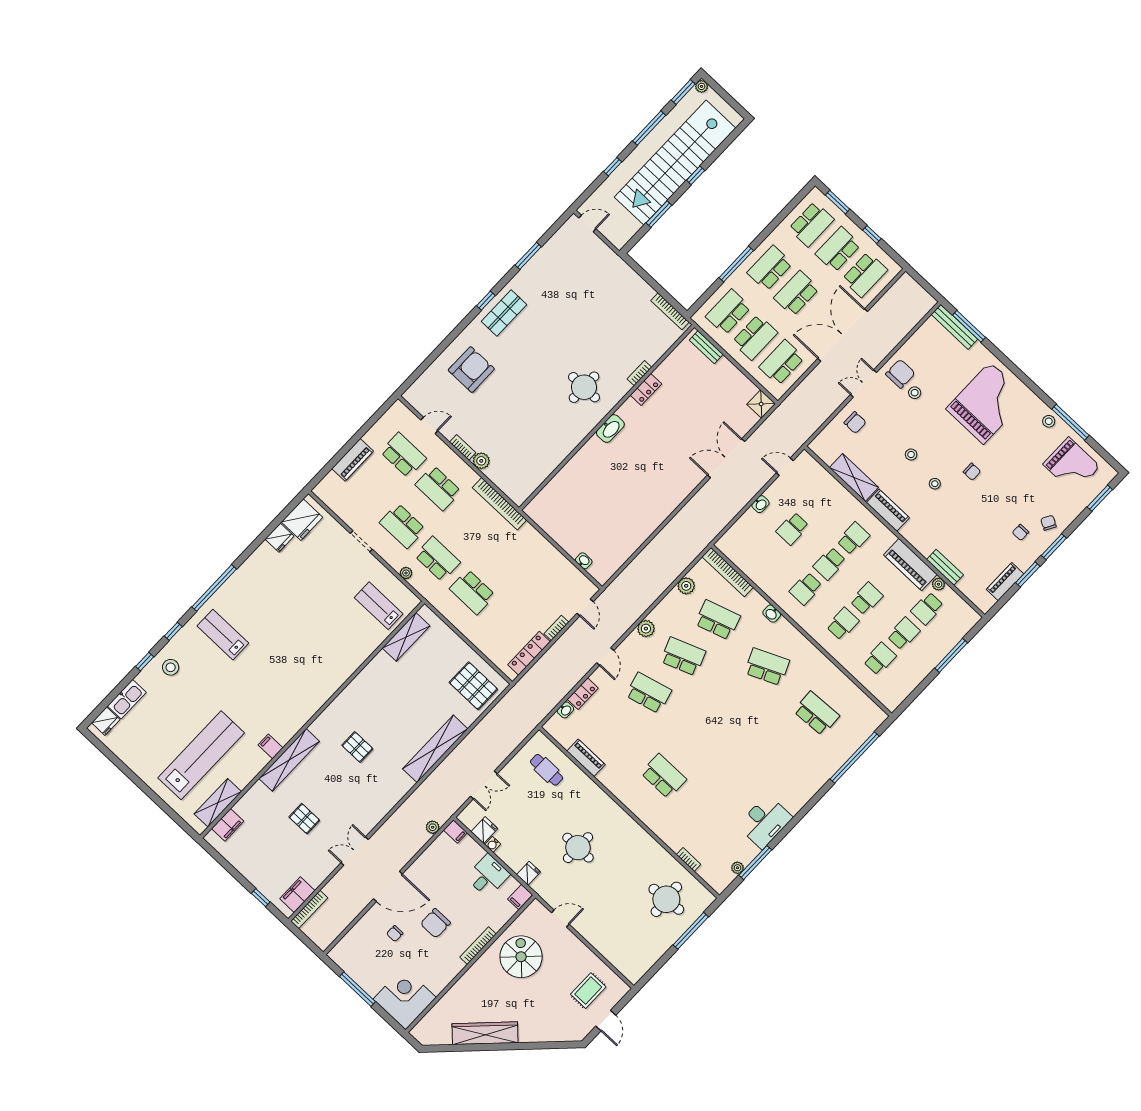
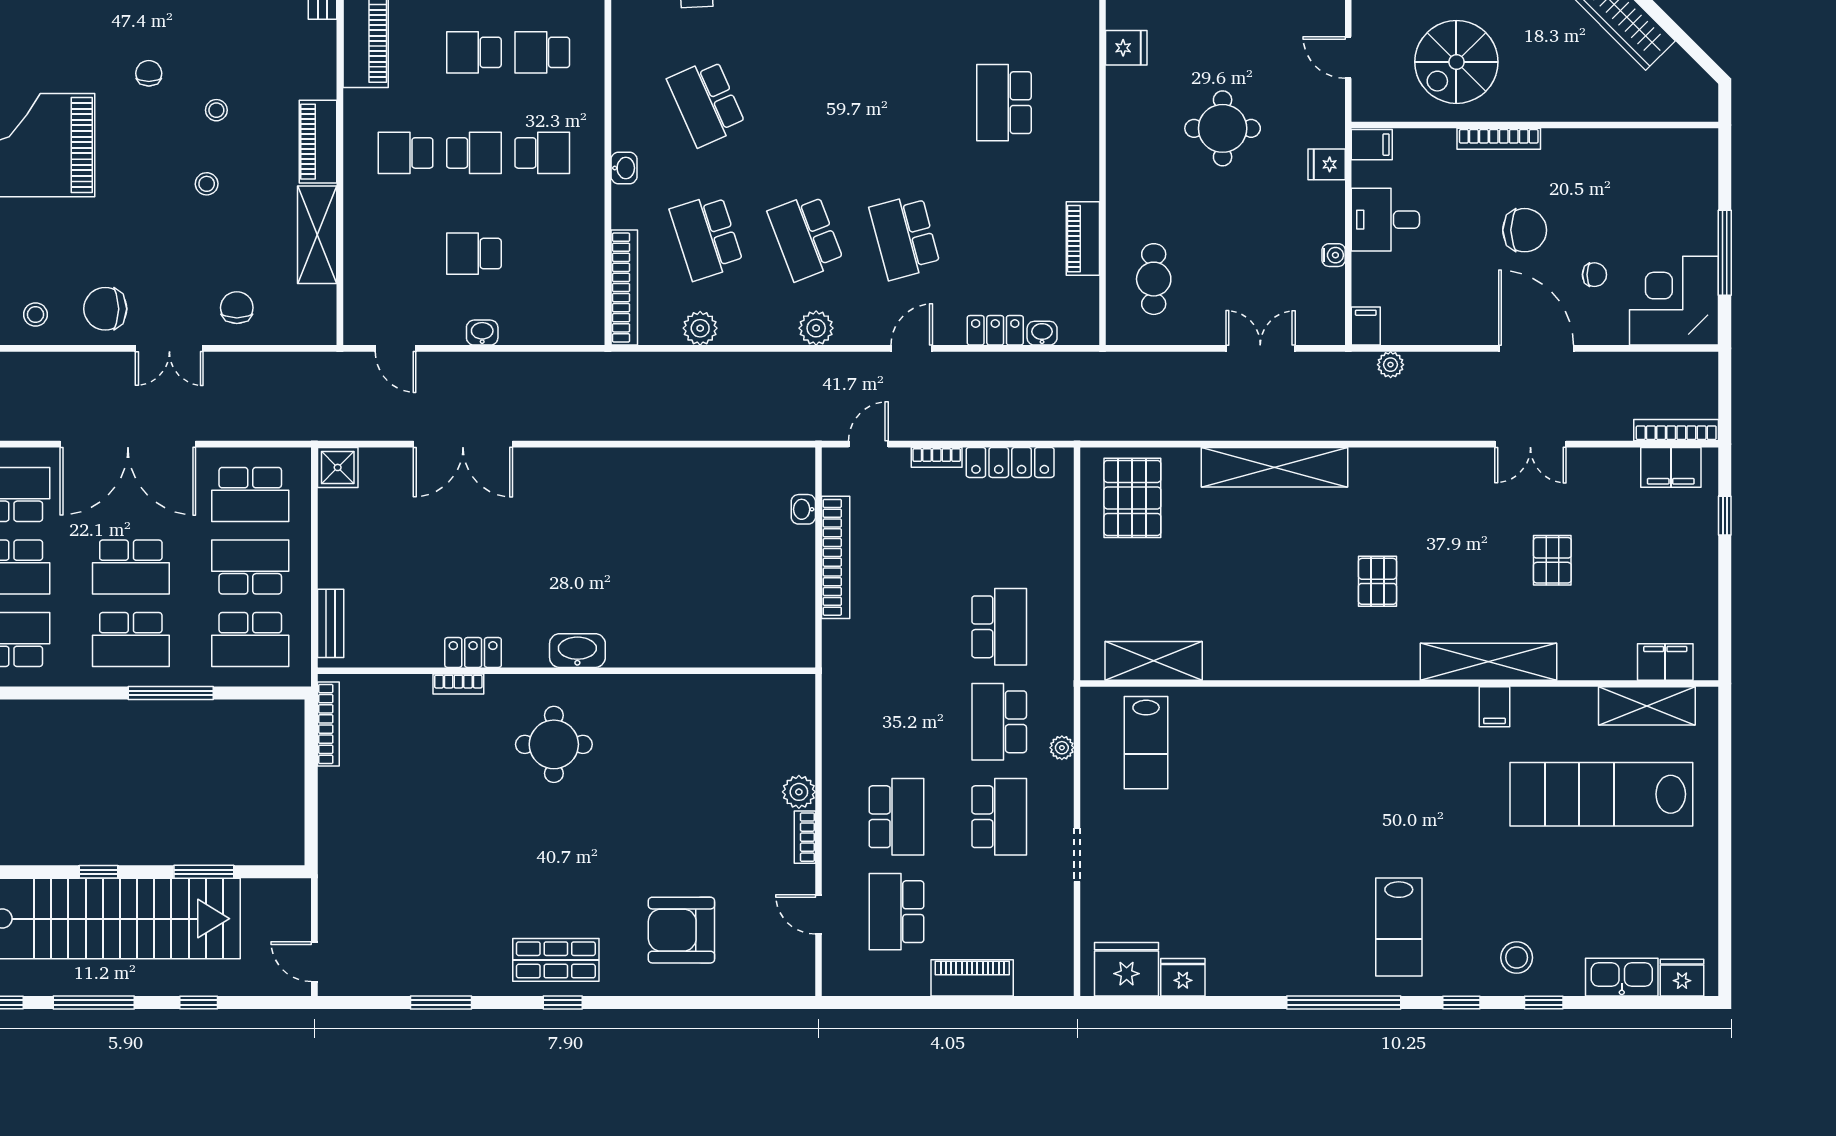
stool: (915, 393) -> (35, 315), moved
bookcase: (500, 504) -> (836, 557), moved
school desk: (792, 529) -> (474, 254), turned 180
fridge: (484, 830) -> (1126, 48), moved, turned 180
corner desk: (405, 998) -> (1674, 301), moved, turned 90

